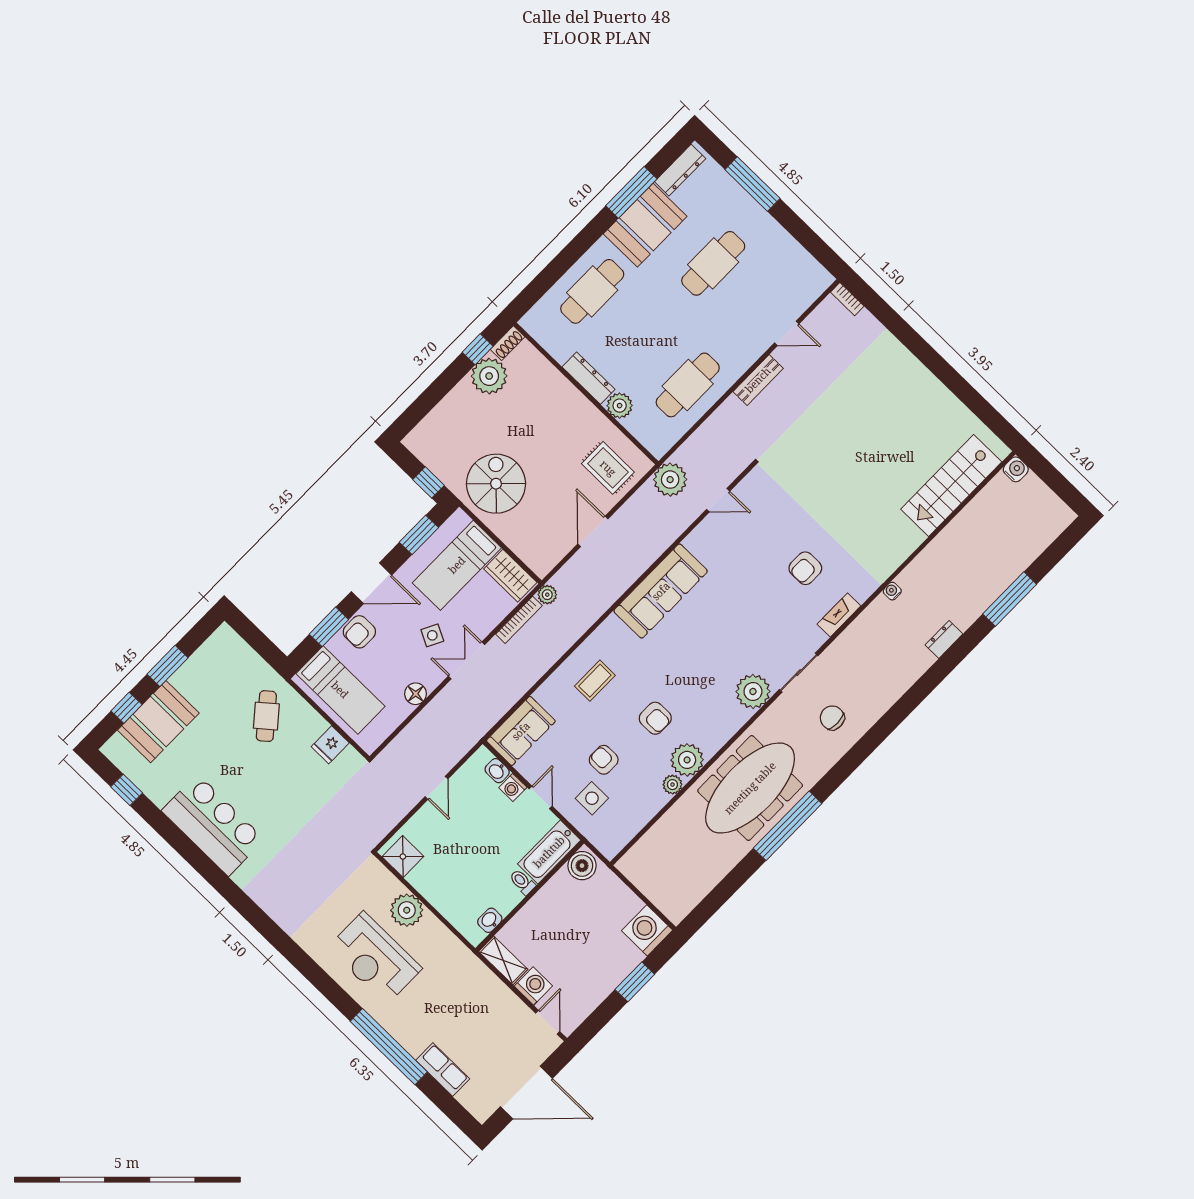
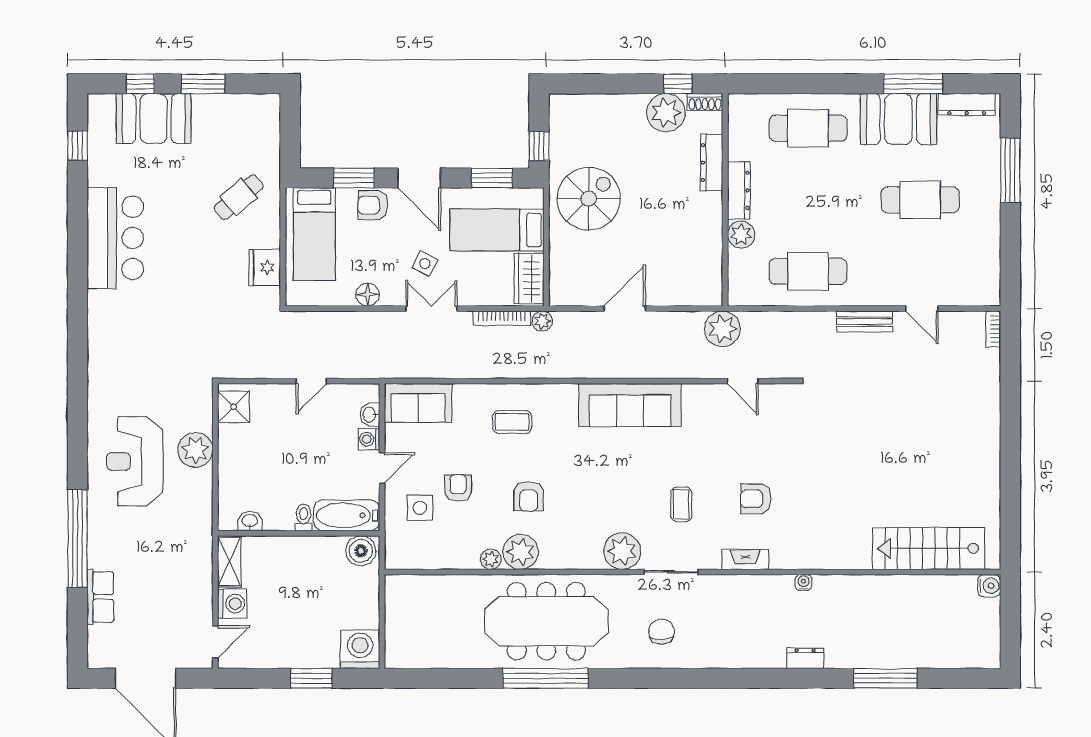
dresser: (552, 378) -> (712, 163), added
rug: (608, 468) -> (685, 272), removed
coffee table: (760, 622) -> (681, 504), added
fridge: (330, 745) -> (265, 267), width x1.38

